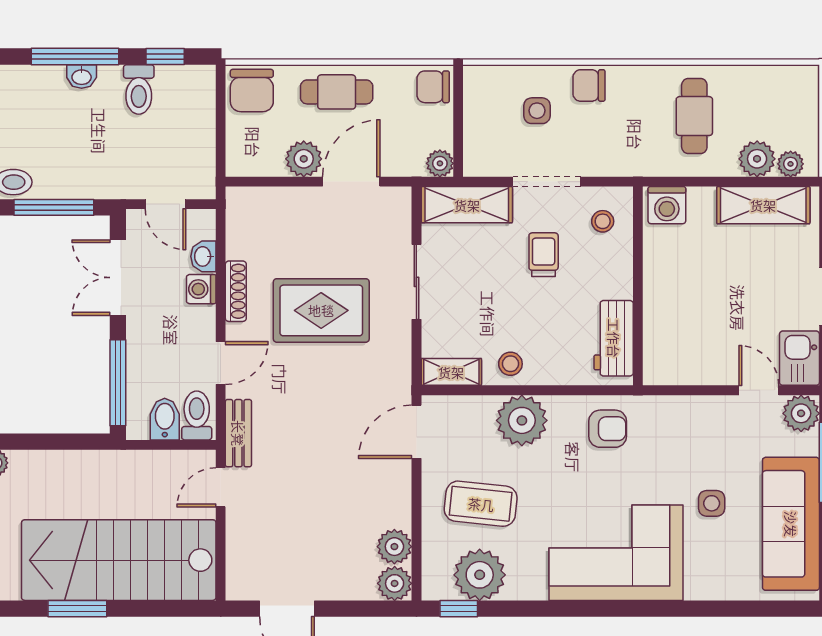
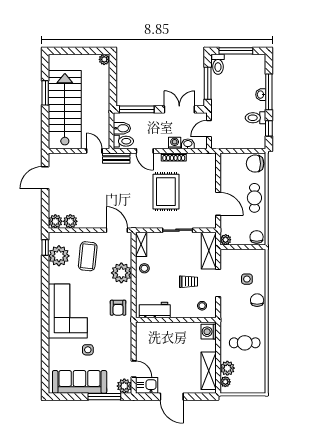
plant: (304, 159) -> (227, 185), removed
door: (759, 390) -> (134, 369), hinge flipped

